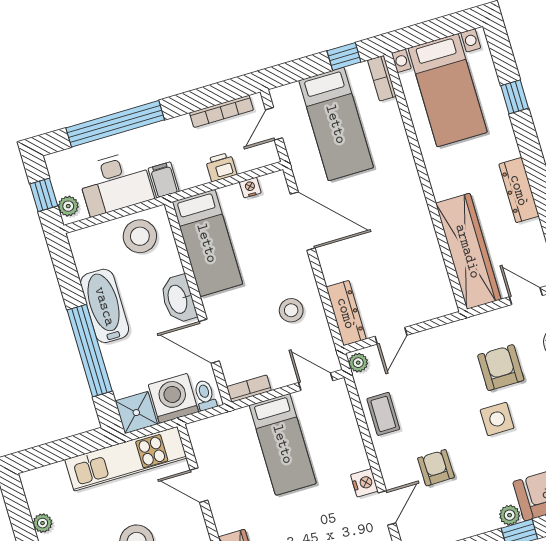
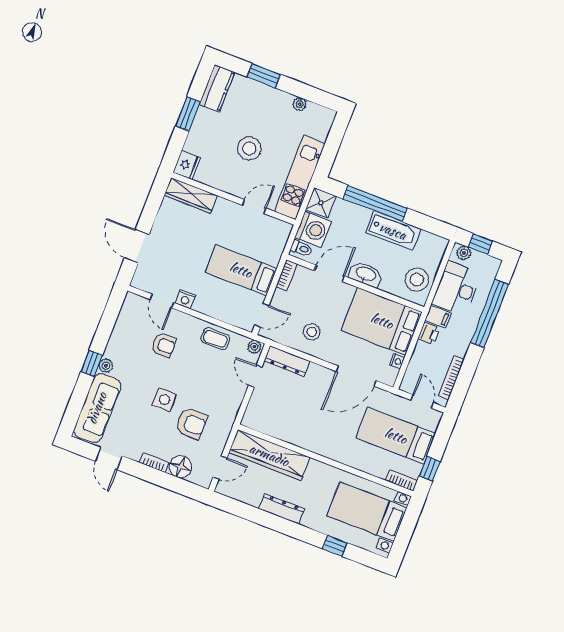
printer: (221, 167) -> (429, 333), moved
bed: (207, 243) -> (382, 321), width x1.50

